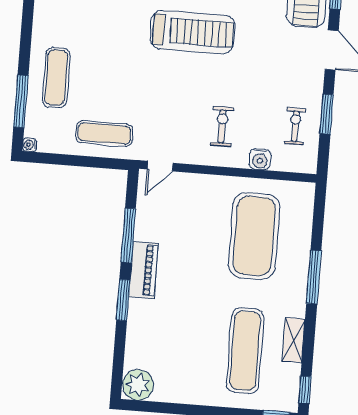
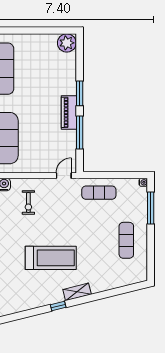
treadmill: (192, 32) -> (51, 258), turned 180
exercise mat: (56, 77) -> (126, 240), moved

